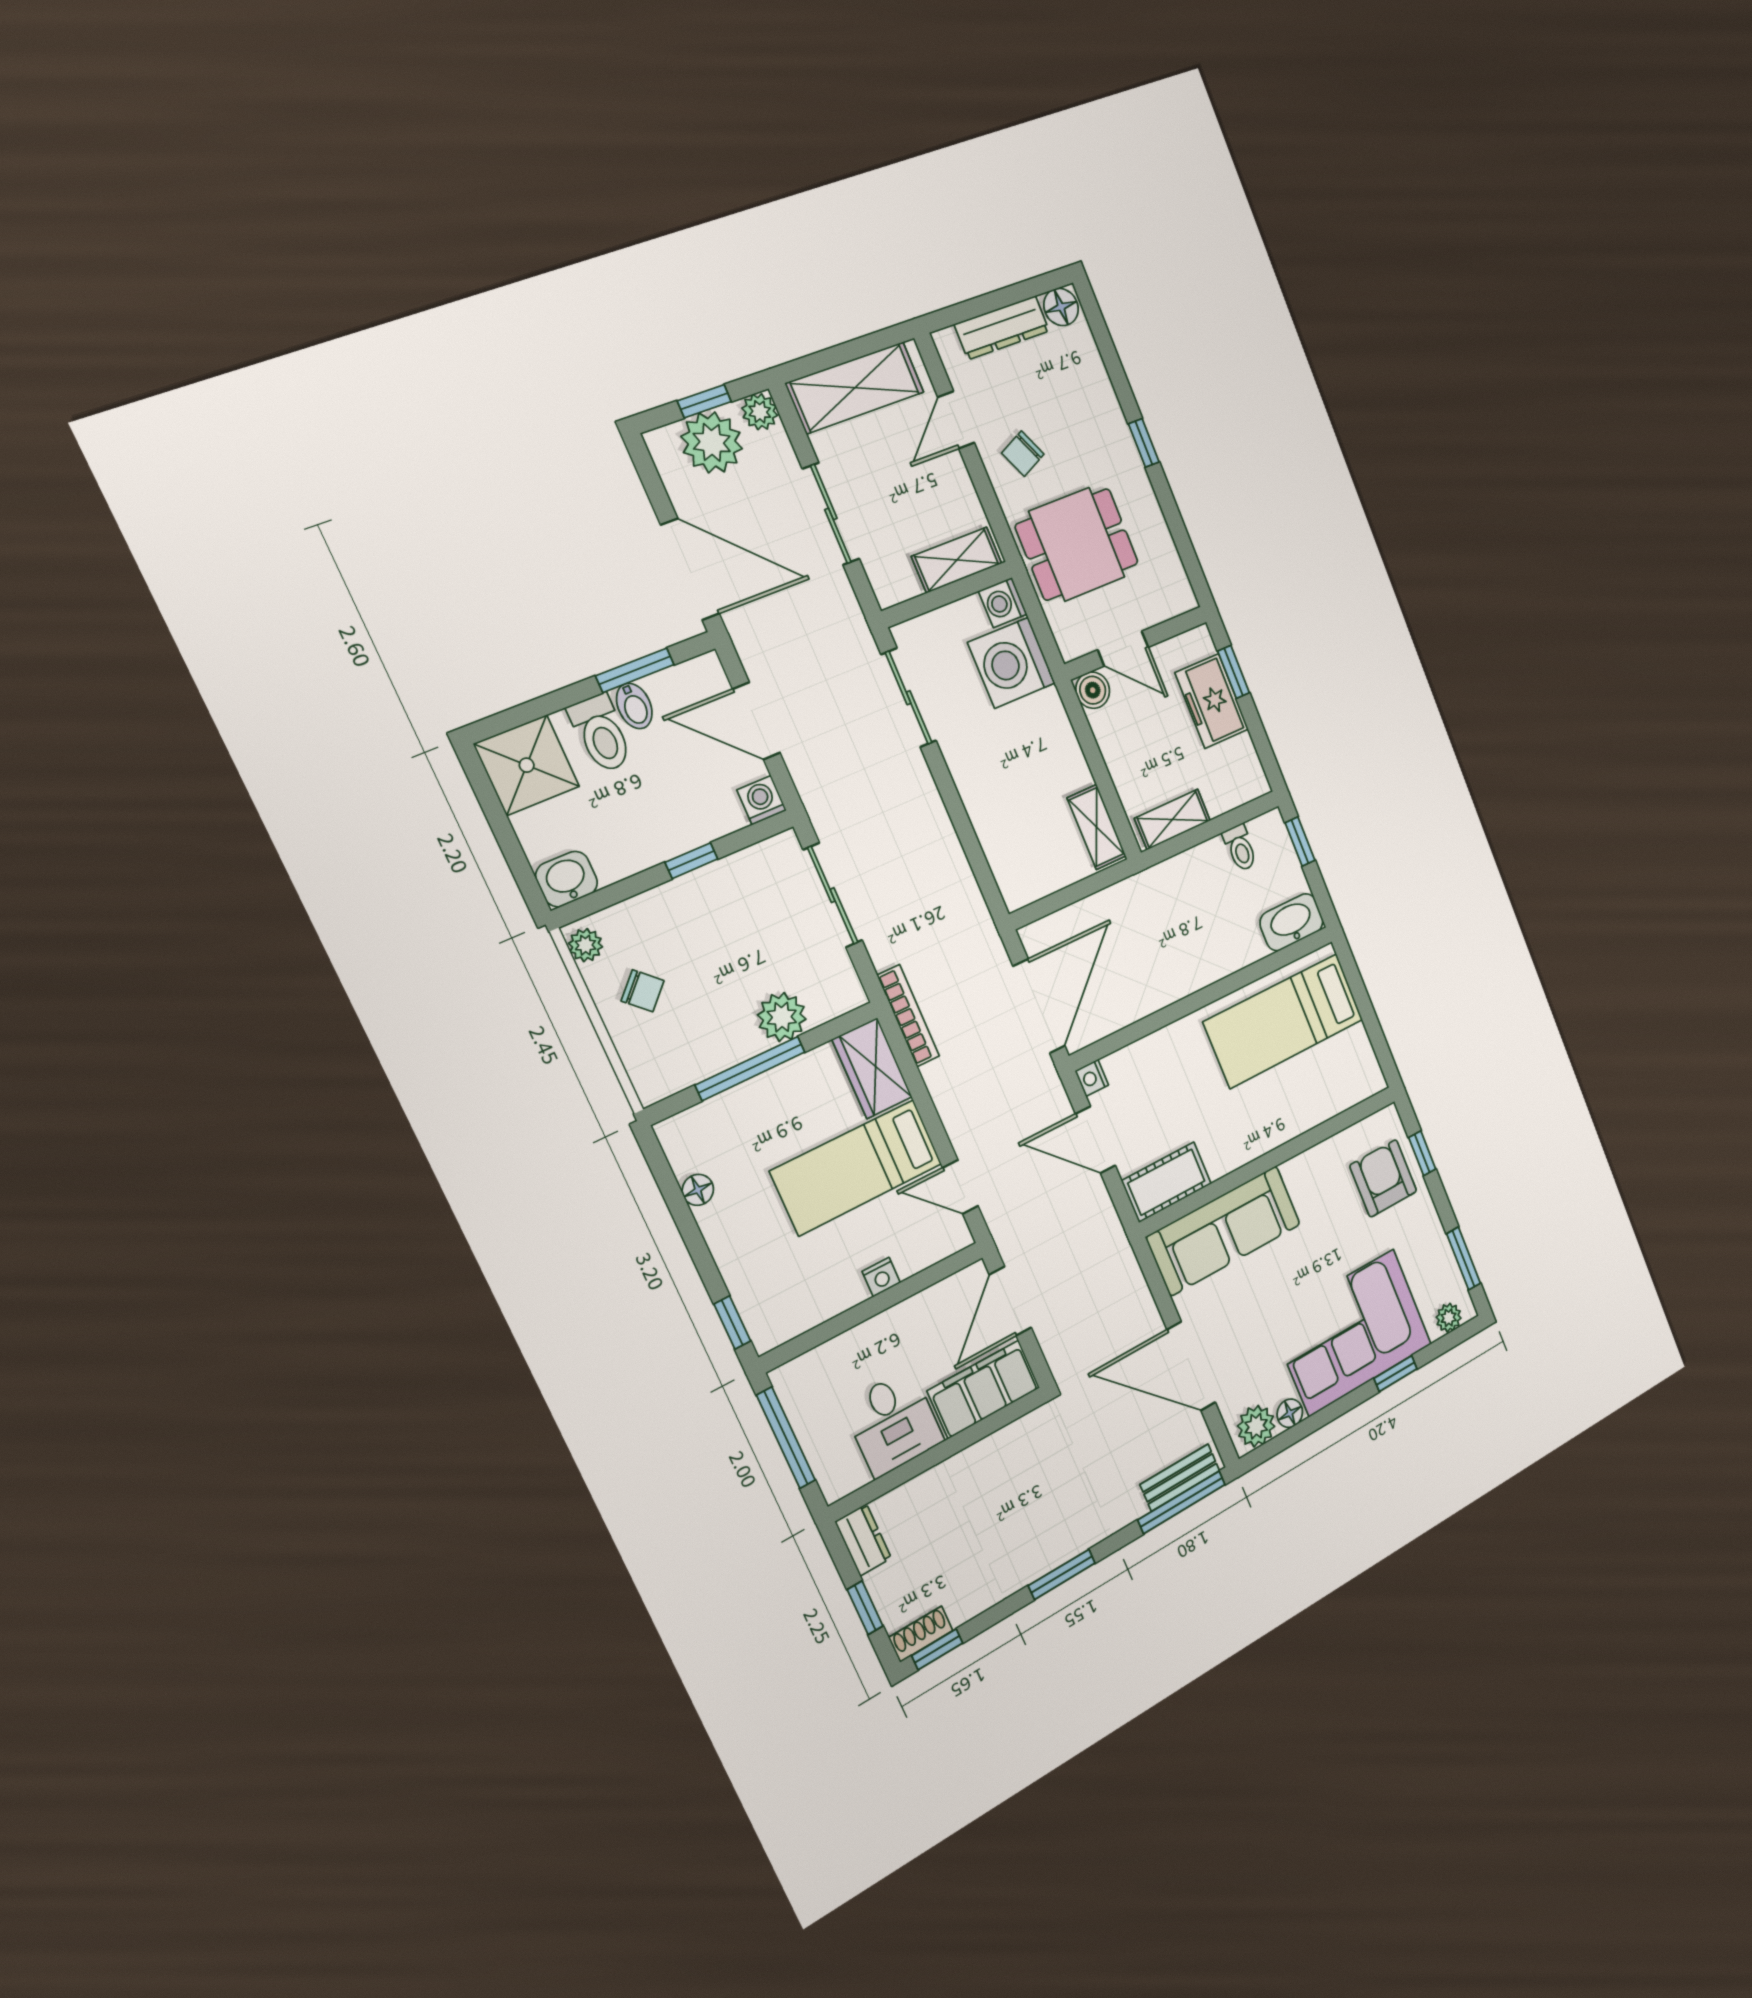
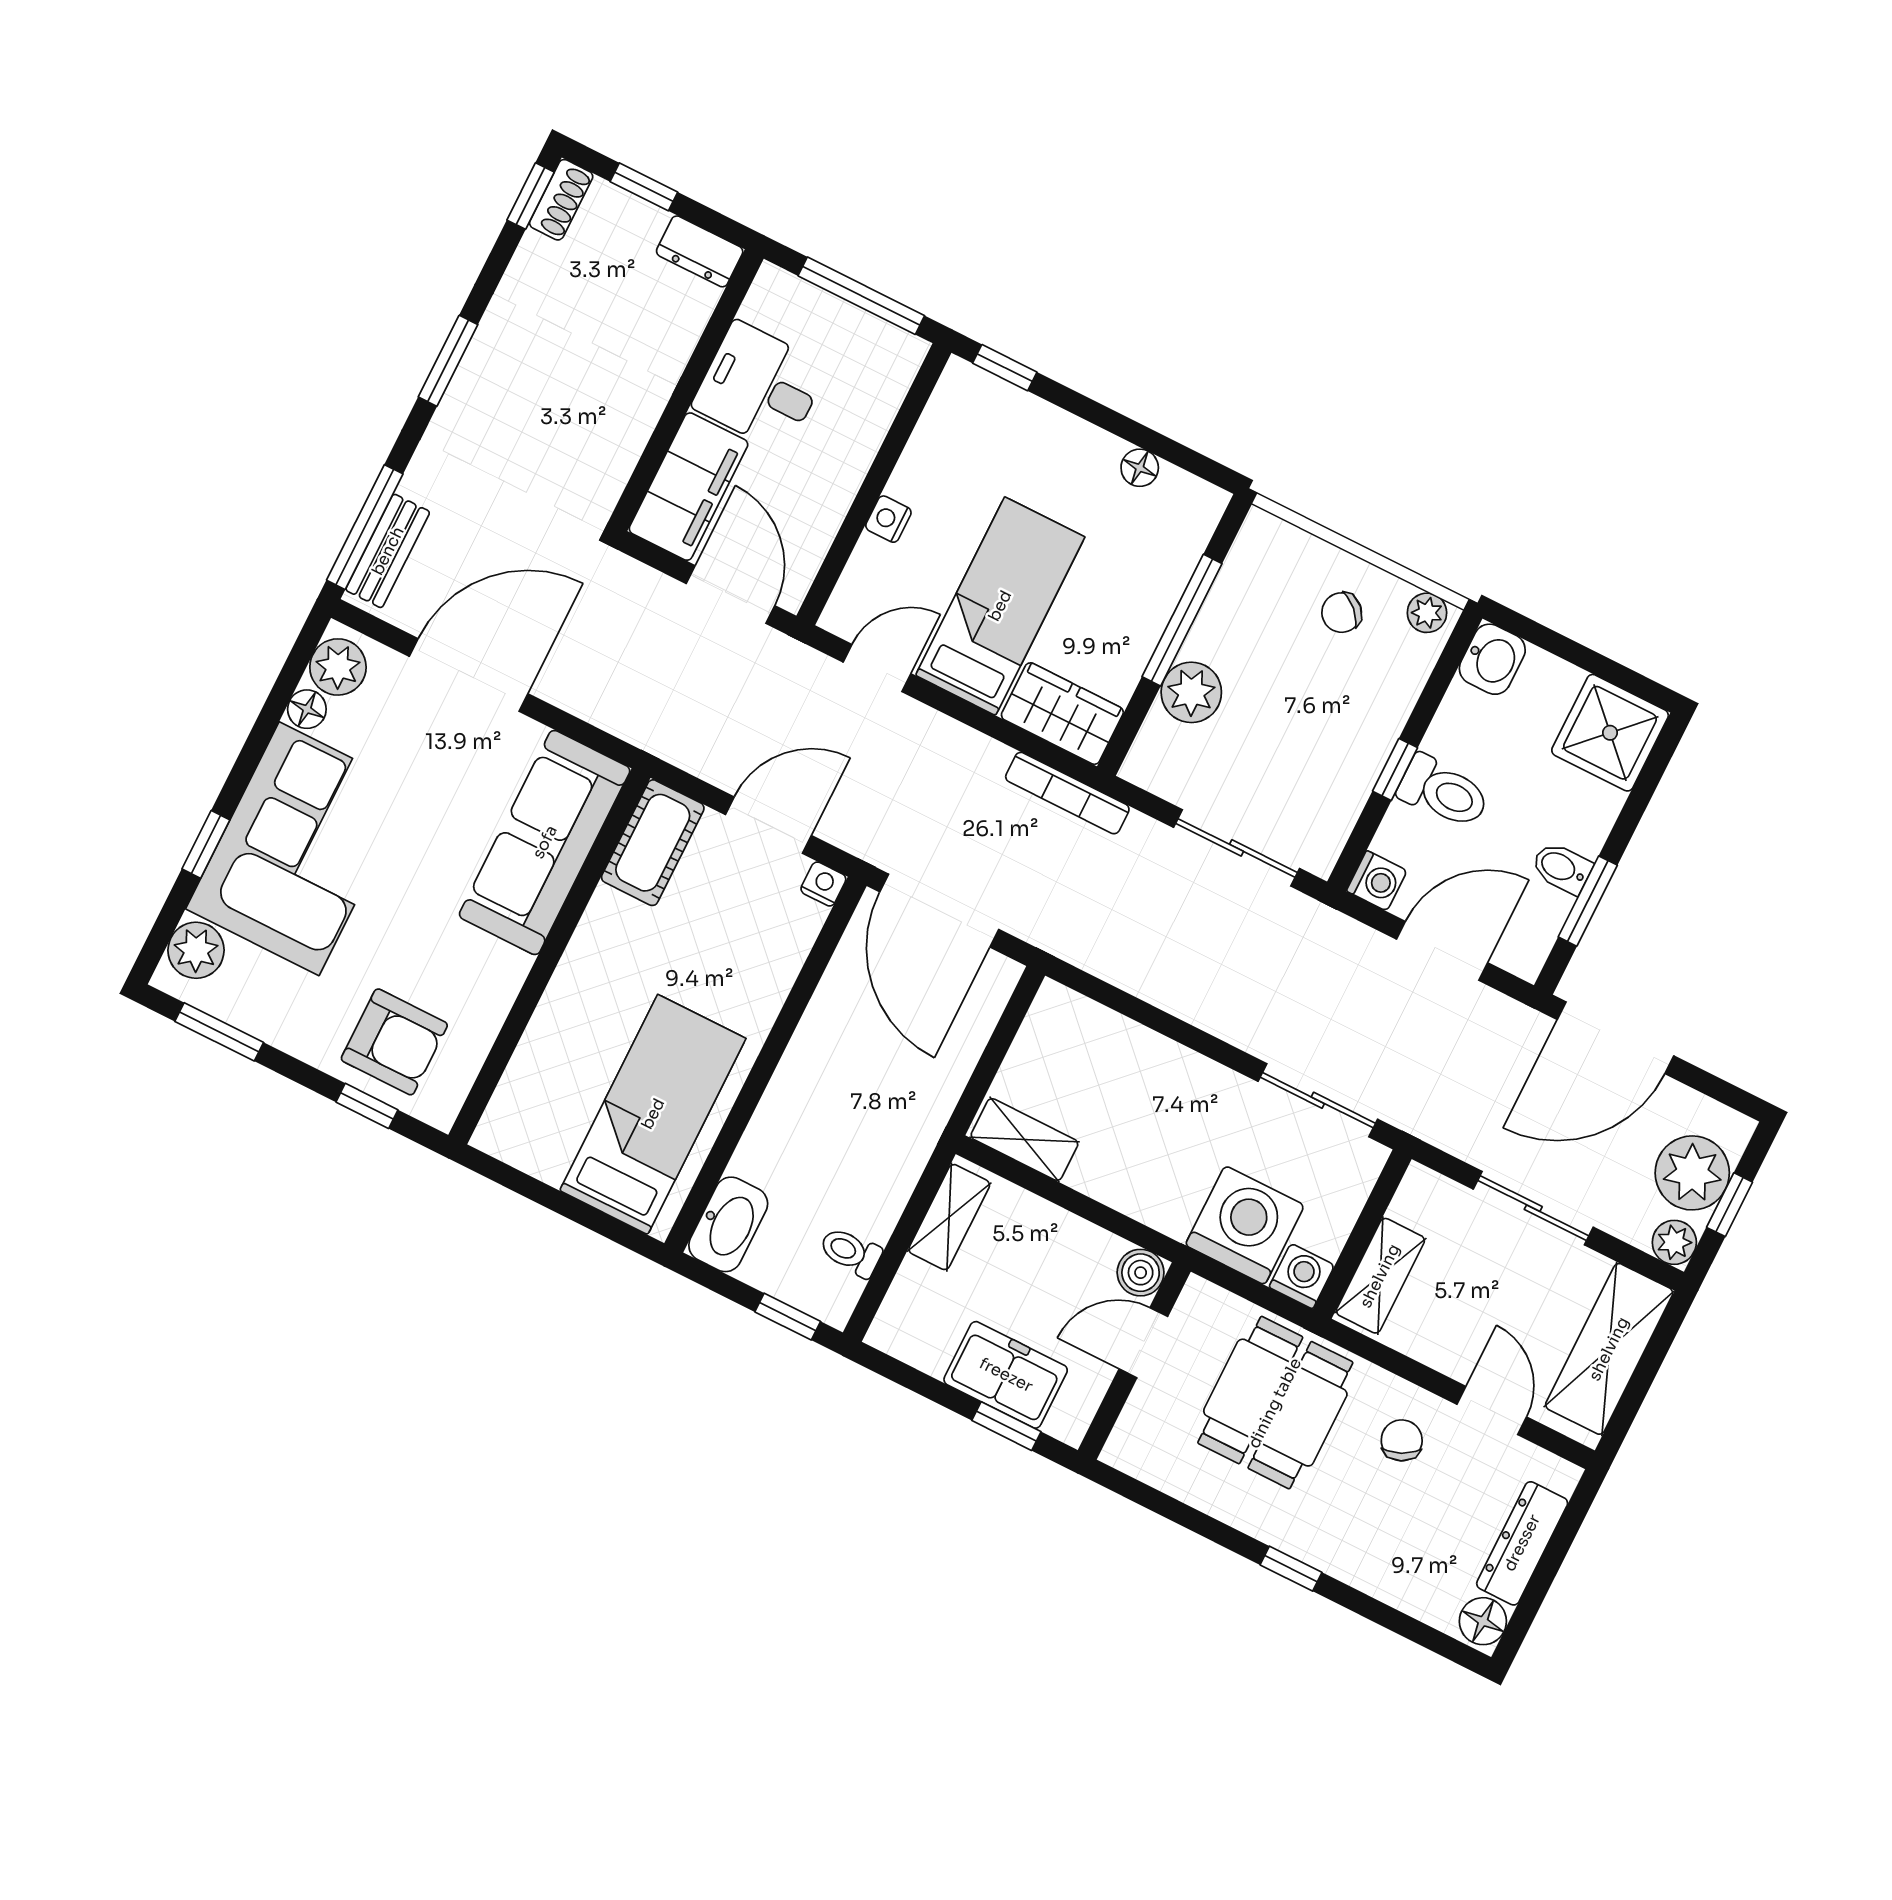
toilet: (601, 733) -> (1444, 792), moved, turned 180
plant: (1449, 1318) -> (196, 950), width x1.38, depth x1.38

